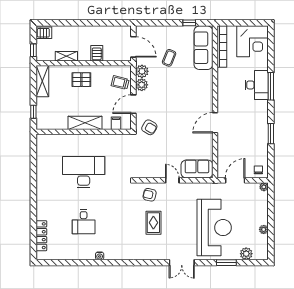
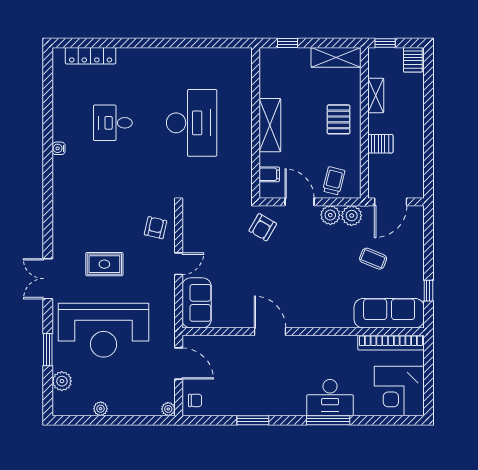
rug: (153, 223) -> (104, 264), moved

